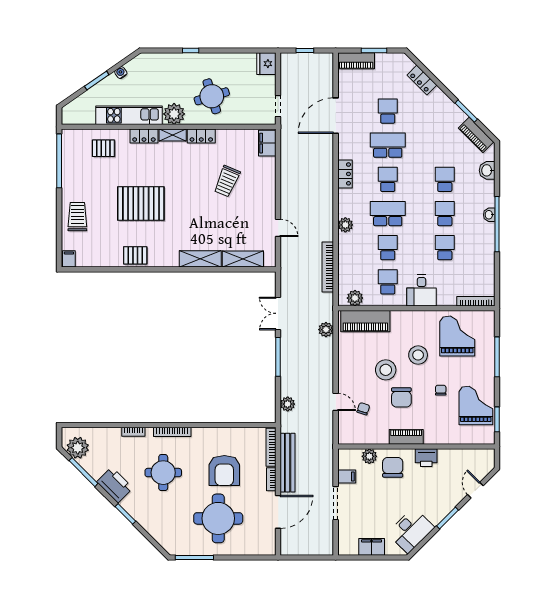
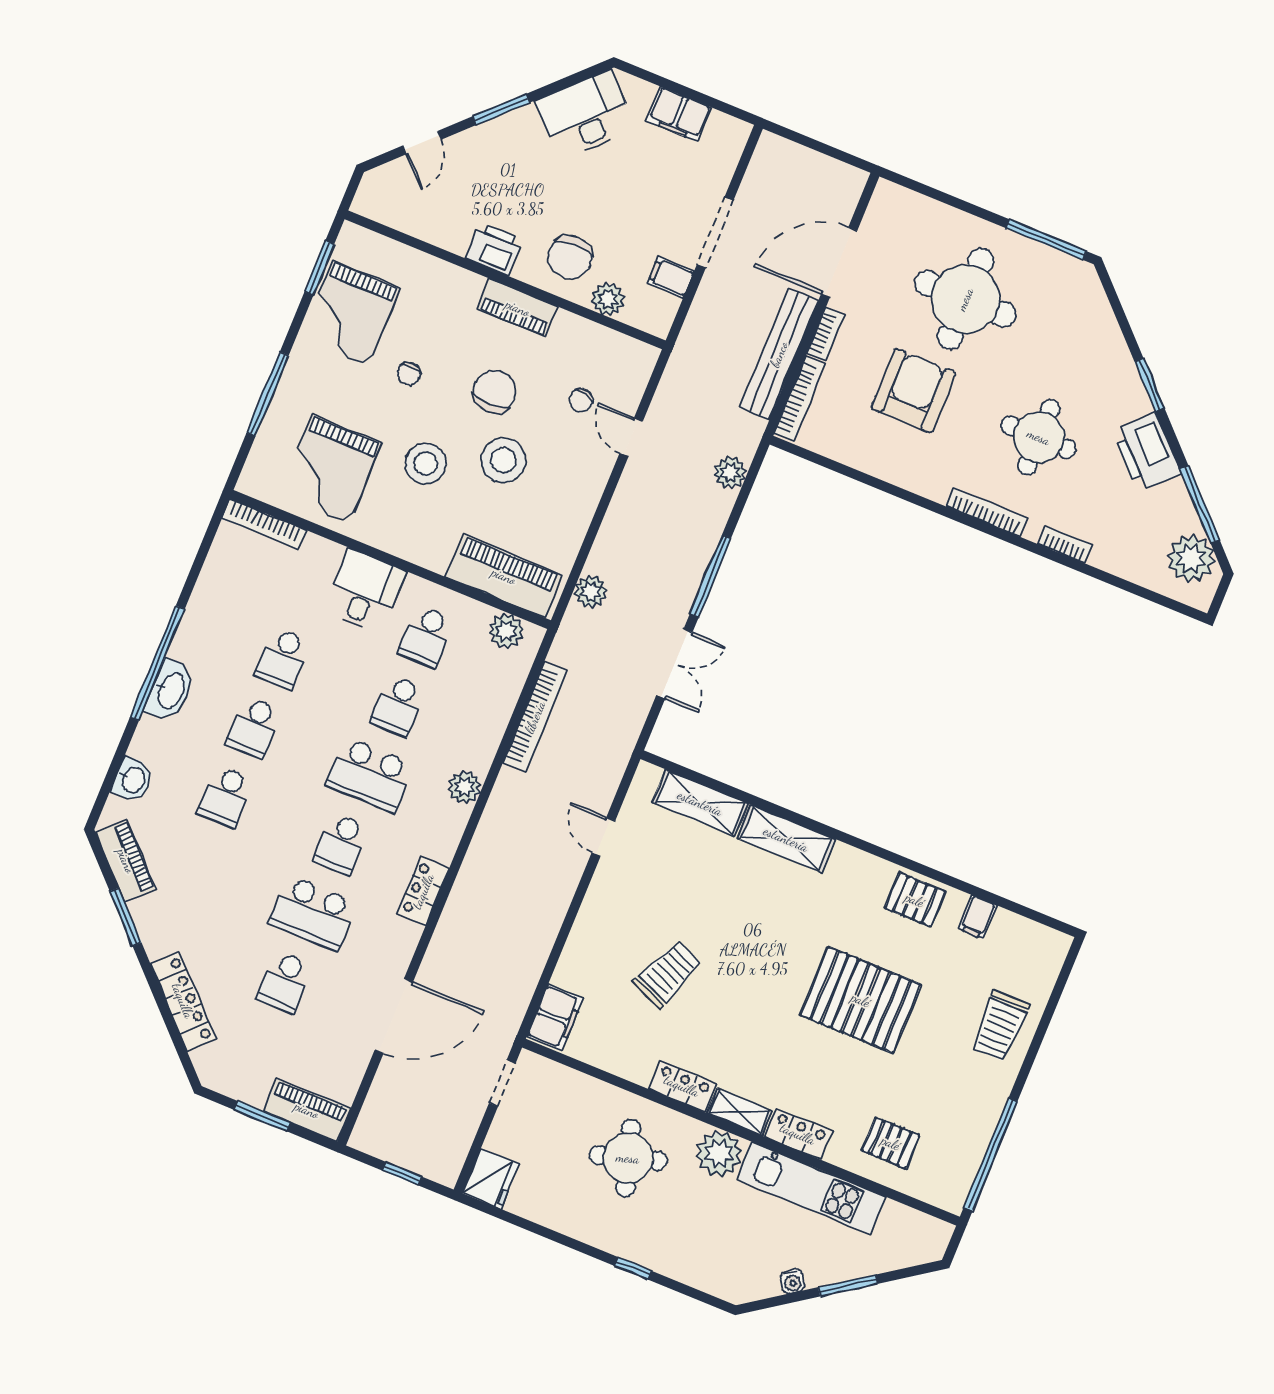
locker: (422, 80) -> (183, 1001), width x1.53
washbasin: (489, 215) -> (171, 690), width x1.91, depth x1.45
filing cabinet: (69, 259) -> (977, 917), moved

